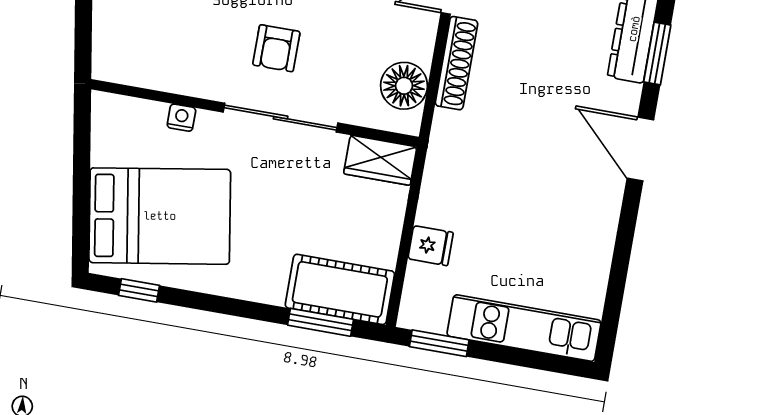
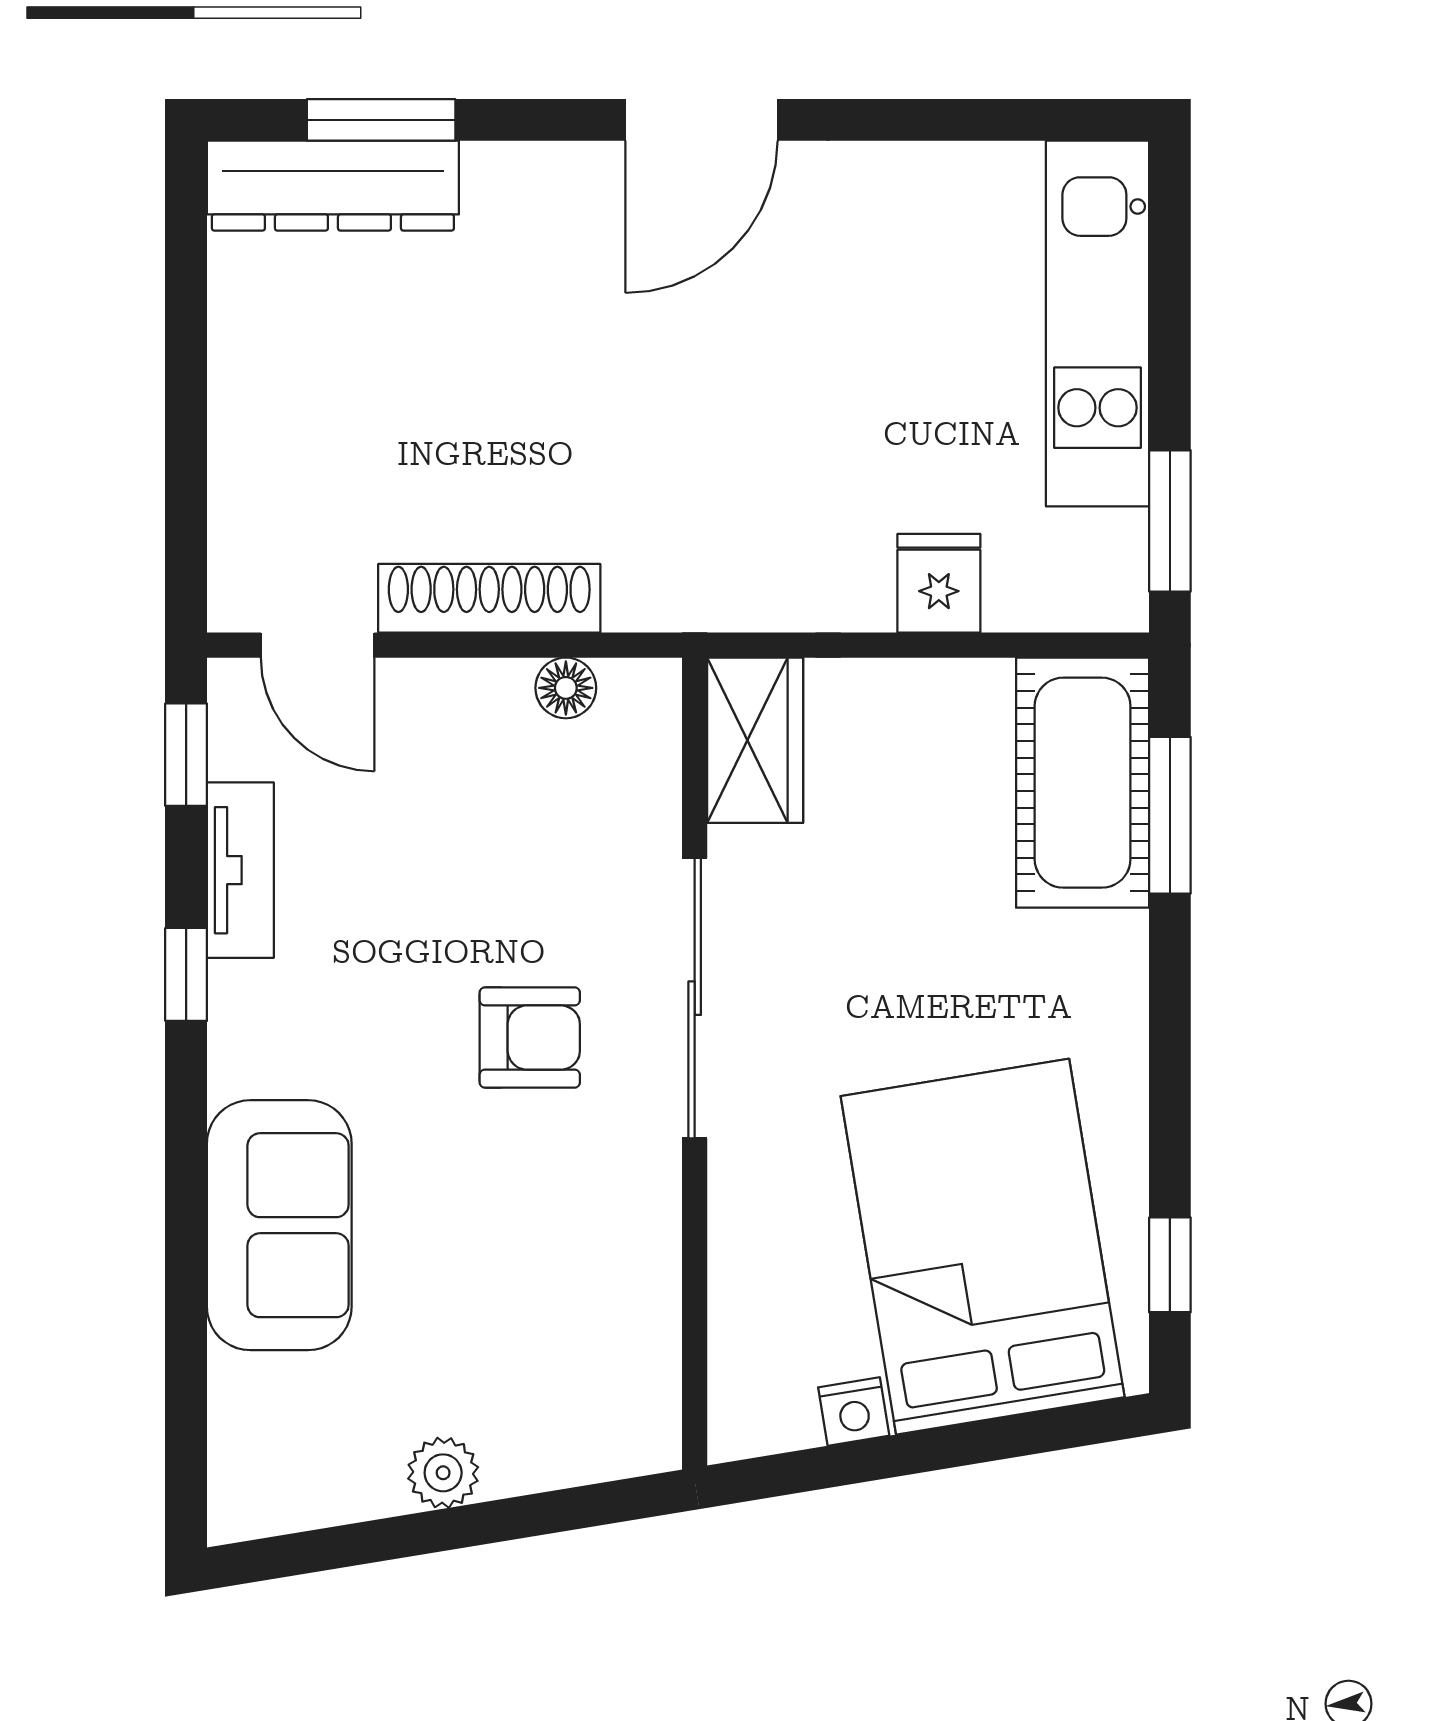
floor lamp: (404, 86) -> (566, 688), width x0.53, depth x0.53
nightstand: (181, 118) -> (854, 1411), moved, turned -99
door: (640, 149) -> (701, 120), moved

